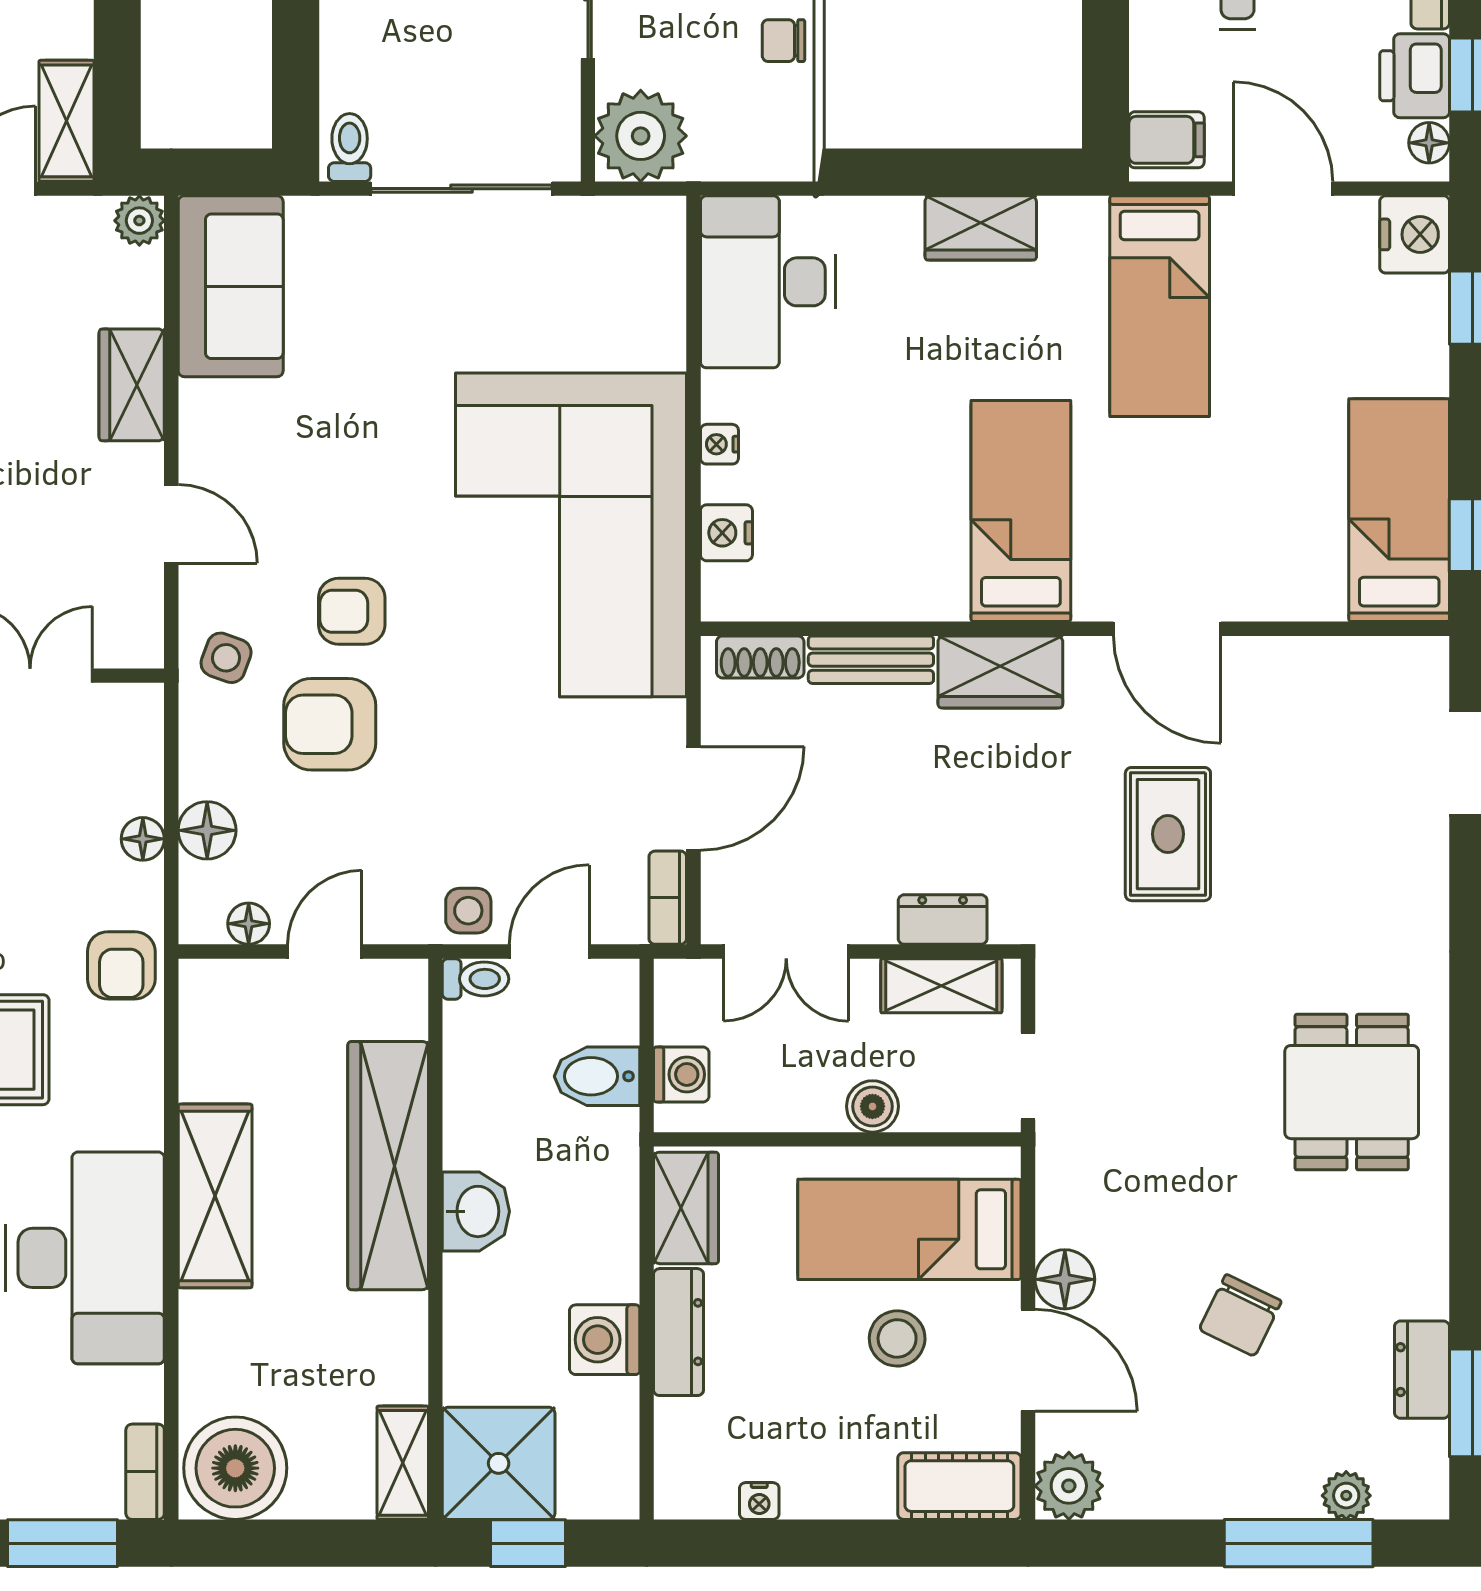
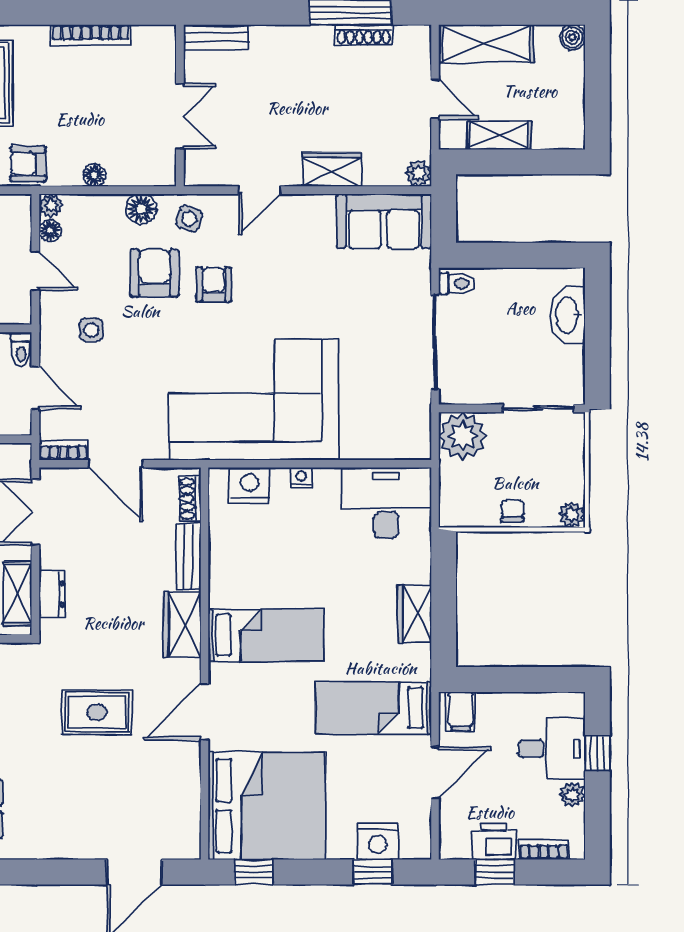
shelving: (66, 121) -> (499, 135), moved
floor lamp: (1429, 143) -> (459, 849), removed
nightstand: (1415, 234) -> (378, 841), moved
bed: (1399, 510) -> (267, 806), width x2.04
nightstand: (726, 533) -> (249, 485), width x1.36, depth x1.33
floor lamp: (207, 830) -> (141, 209), moved
side table: (468, 911) -> (91, 330), moved
plant: (201, 922) -> (51, 206), added

